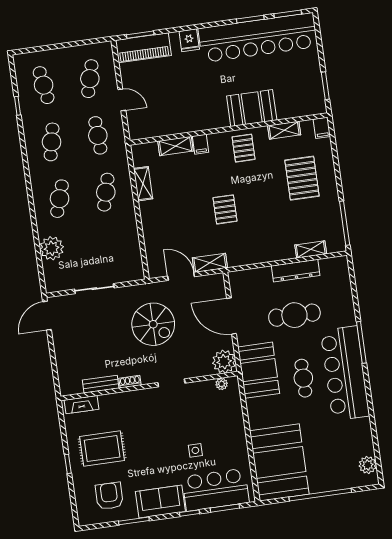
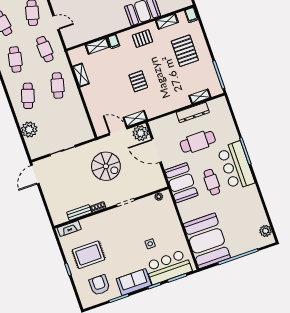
pallet: (244, 148) -> (142, 39), turned 90
plant: (224, 362) -> (141, 133), moved
bar counter: (345, 373) -> (236, 166), width x0.73

